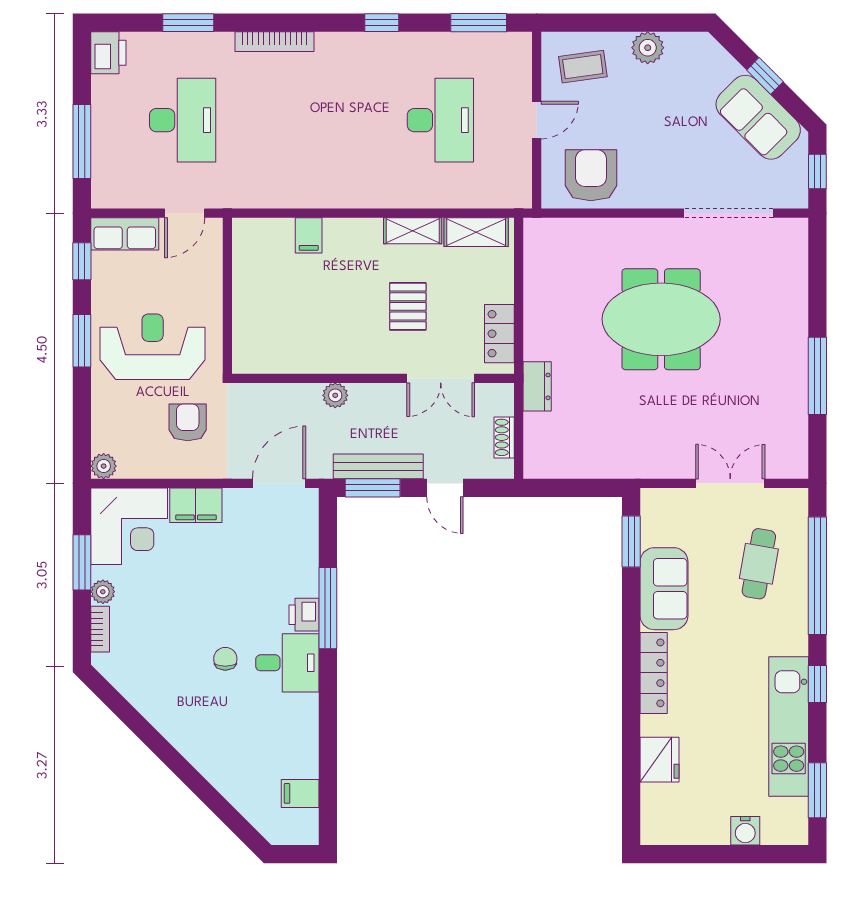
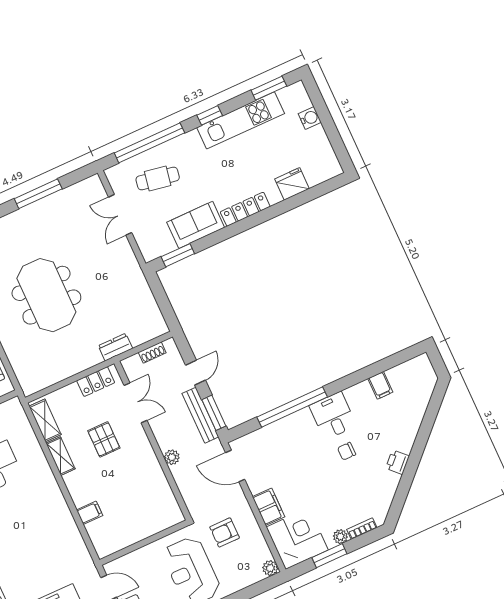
pallet: (408, 306) -> (104, 439), turned 90
window: (328, 608) -> (292, 407), width x1.46
printer: (304, 615) -> (397, 462), moved, turned 135
filing cabinet: (300, 793) -> (380, 385), moved

